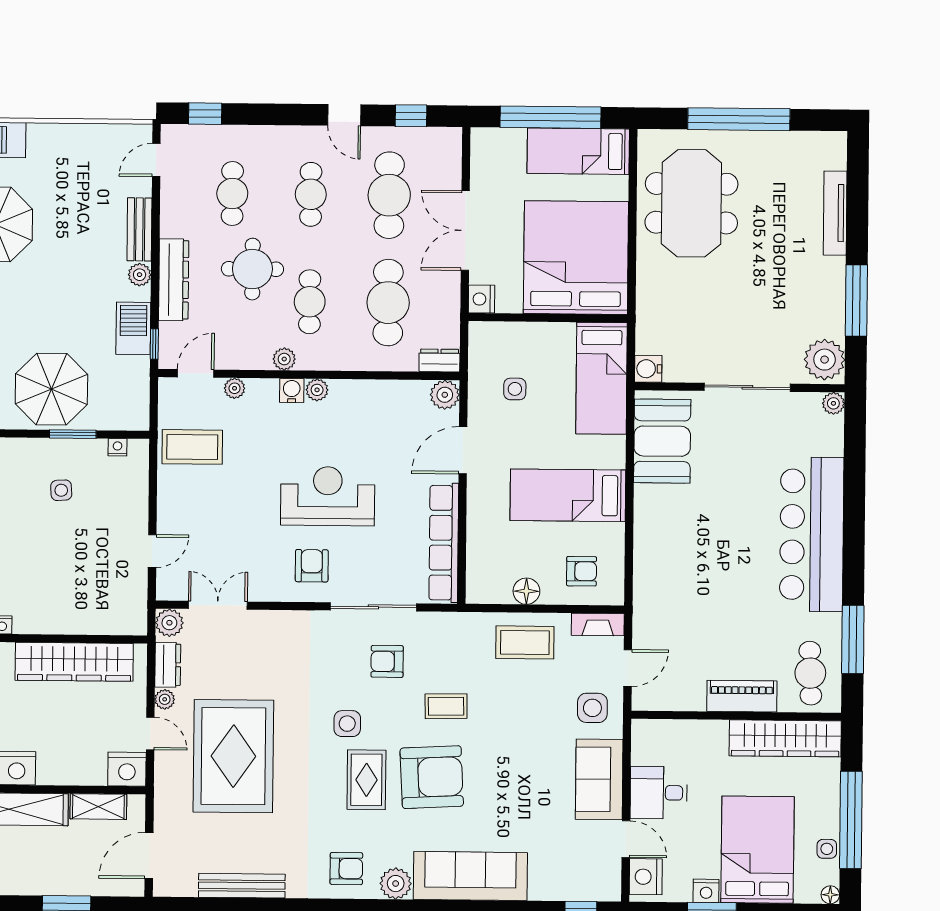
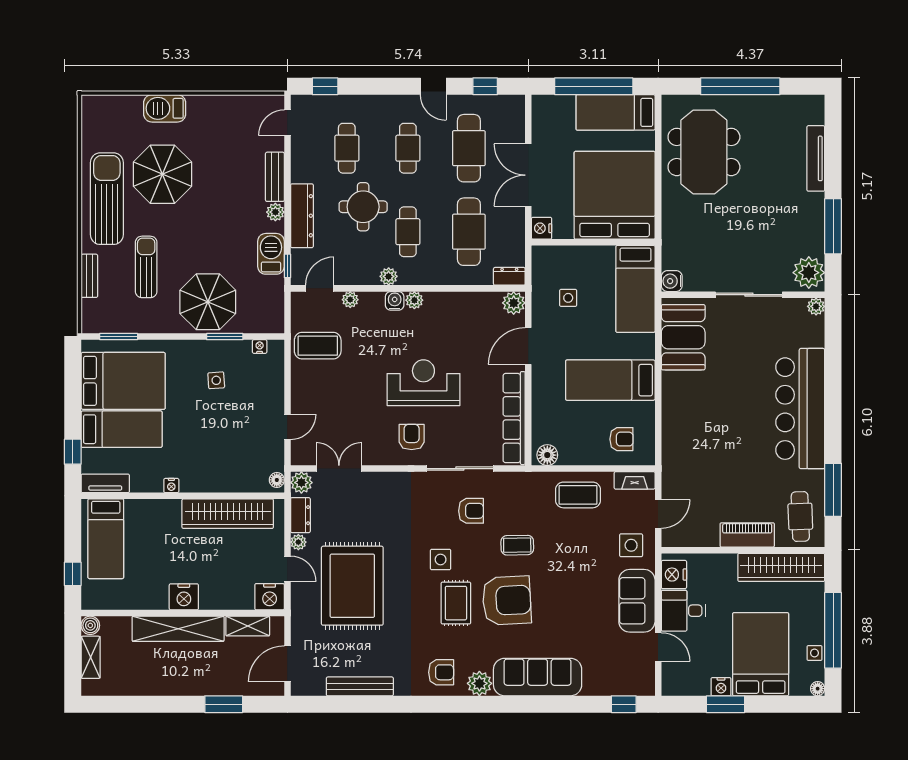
floor lamp: (526, 591) -> (547, 455), moved
floor lamp: (138, 619) -> (277, 480), added
armchair: (387, 661) -> (471, 511), turned 180
nightstand: (646, 877) -> (674, 575), moved

